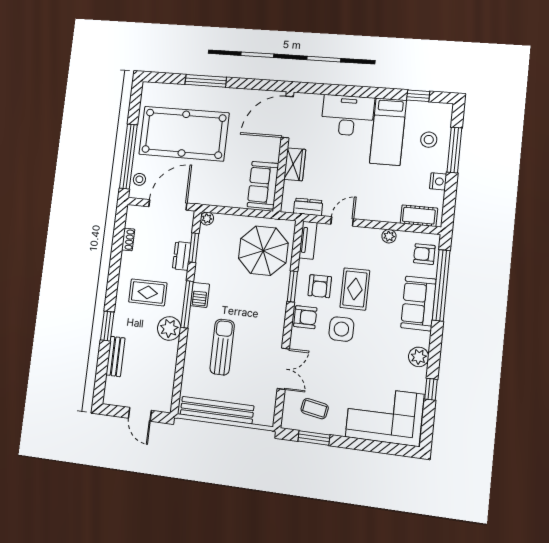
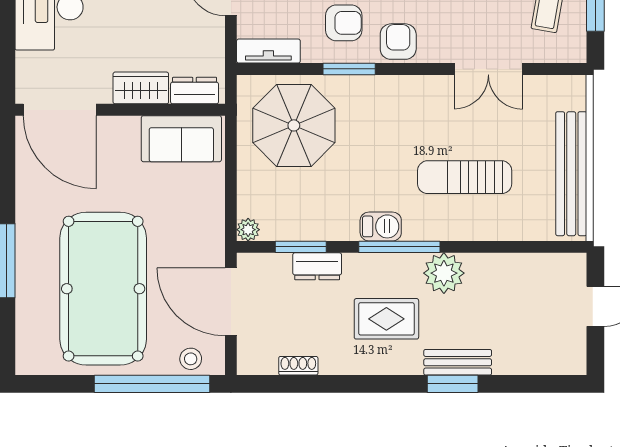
dresser: (308, 207) -> (195, 91), moved, turned 90
rug: (148, 292) -> (386, 319), turned 90
bench: (116, 356) -> (458, 362), moved
double door: (283, 369) -> (488, 69), swing flipped

